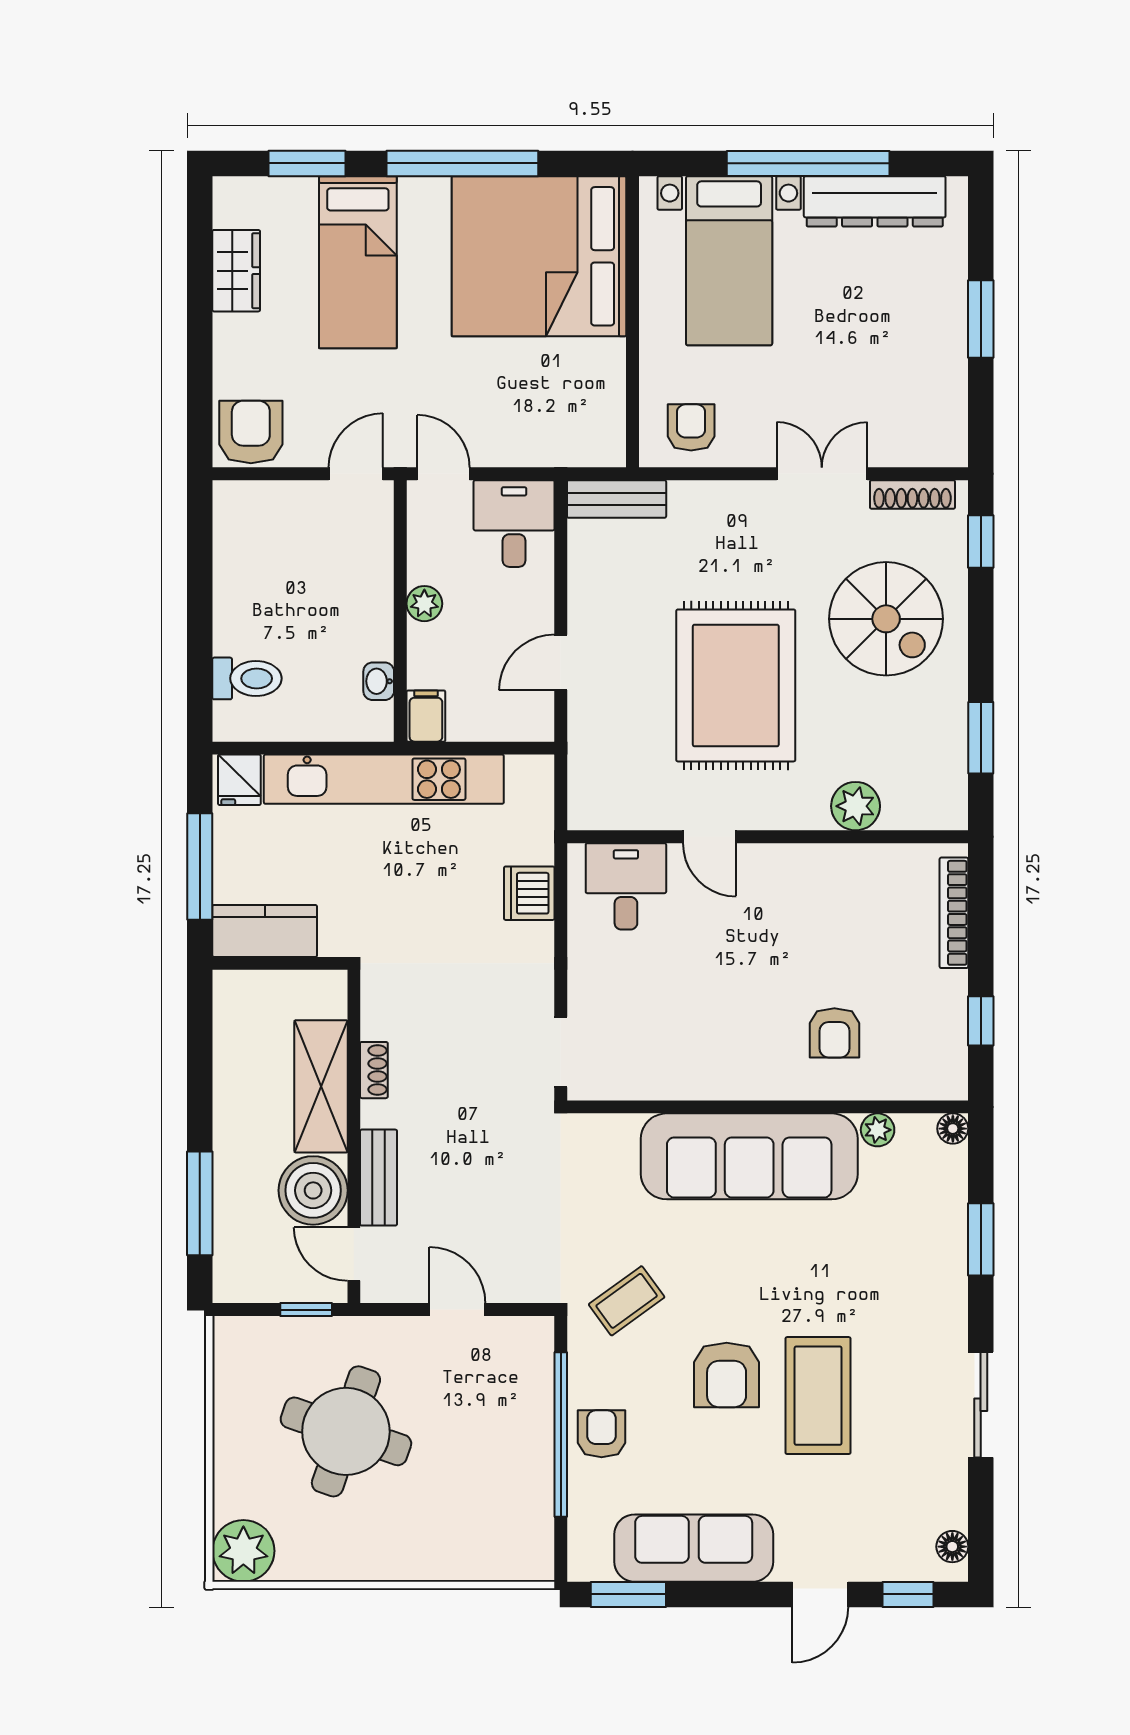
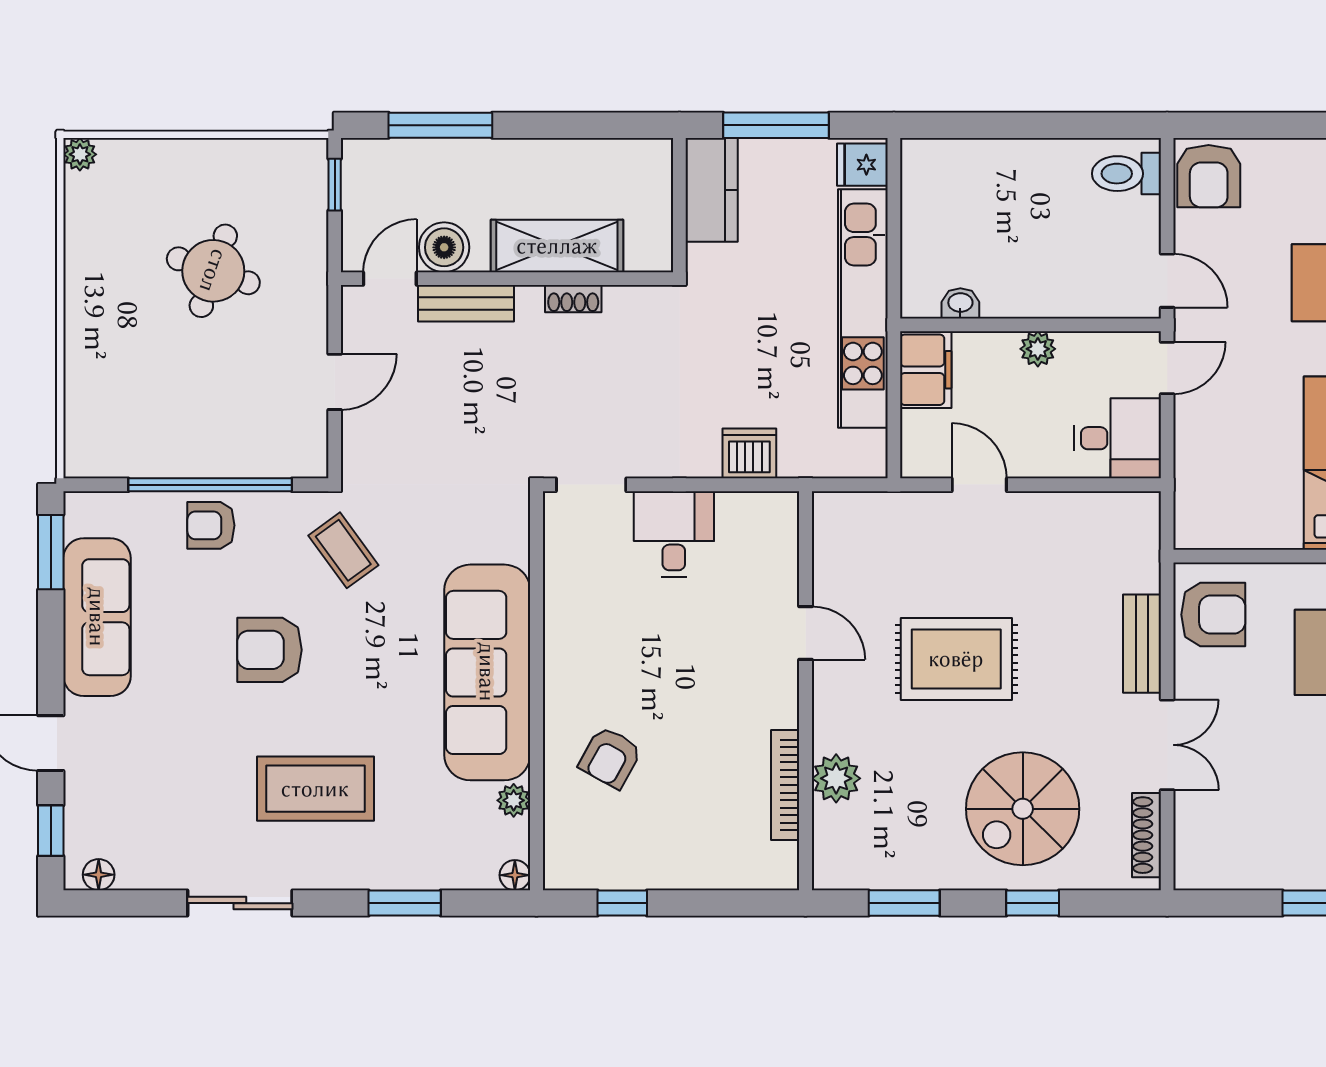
armchair: (691, 427) -> (1213, 615), width x1.38, depth x1.38
armchair: (251, 432) -> (1209, 176), turned 90
bench: (617, 499) -> (1142, 644), moved
window: (981, 541) -> (1033, 903), moved
toilet: (247, 678) -> (1126, 174), moved, turned 90
rug: (736, 685) -> (956, 659), width x0.73, depth x0.69
filing cabinet: (426, 716) -> (926, 370), width x2.00
door: (710, 837) -> (806, 633), swing flipped
desk: (626, 886) -> (674, 534), moved, turned -90
bookcase: (954, 913) -> (785, 785), moved, turned -90
armchair: (834, 1033) -> (610, 757), turned -61
boiler: (313, 1190) -> (444, 247), width x0.73, depth x0.73
window: (306, 1310) -> (335, 185), moved
coffee table: (818, 1396) -> (315, 789), moved
round table: (346, 1431) -> (213, 271), width x0.73, depth x0.73
armchair: (602, 1434) -> (211, 525), turned 180
plant: (243, 1551) -> (80, 154), width x0.53, depth x0.53

